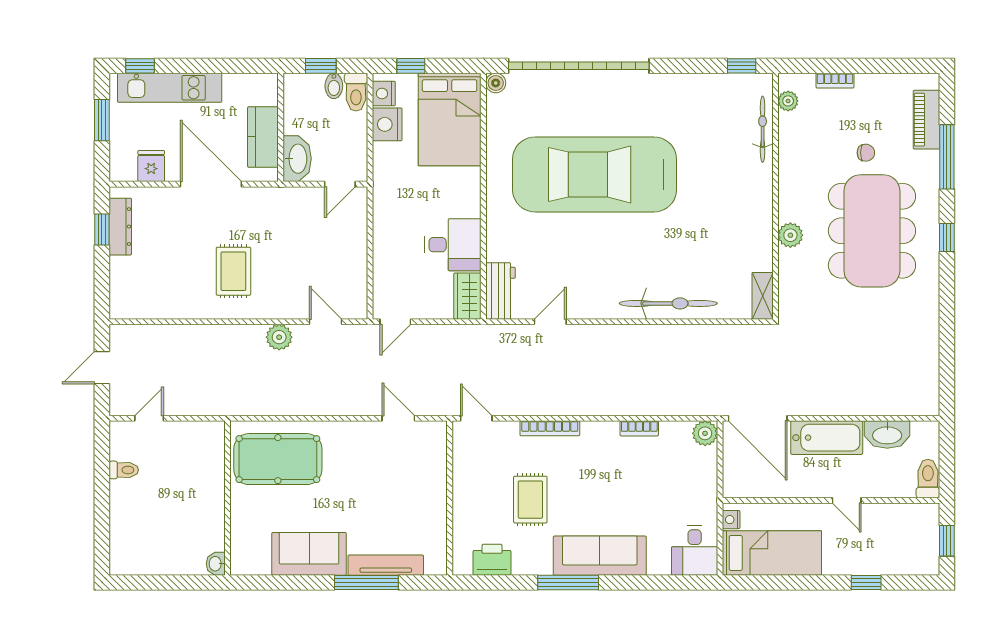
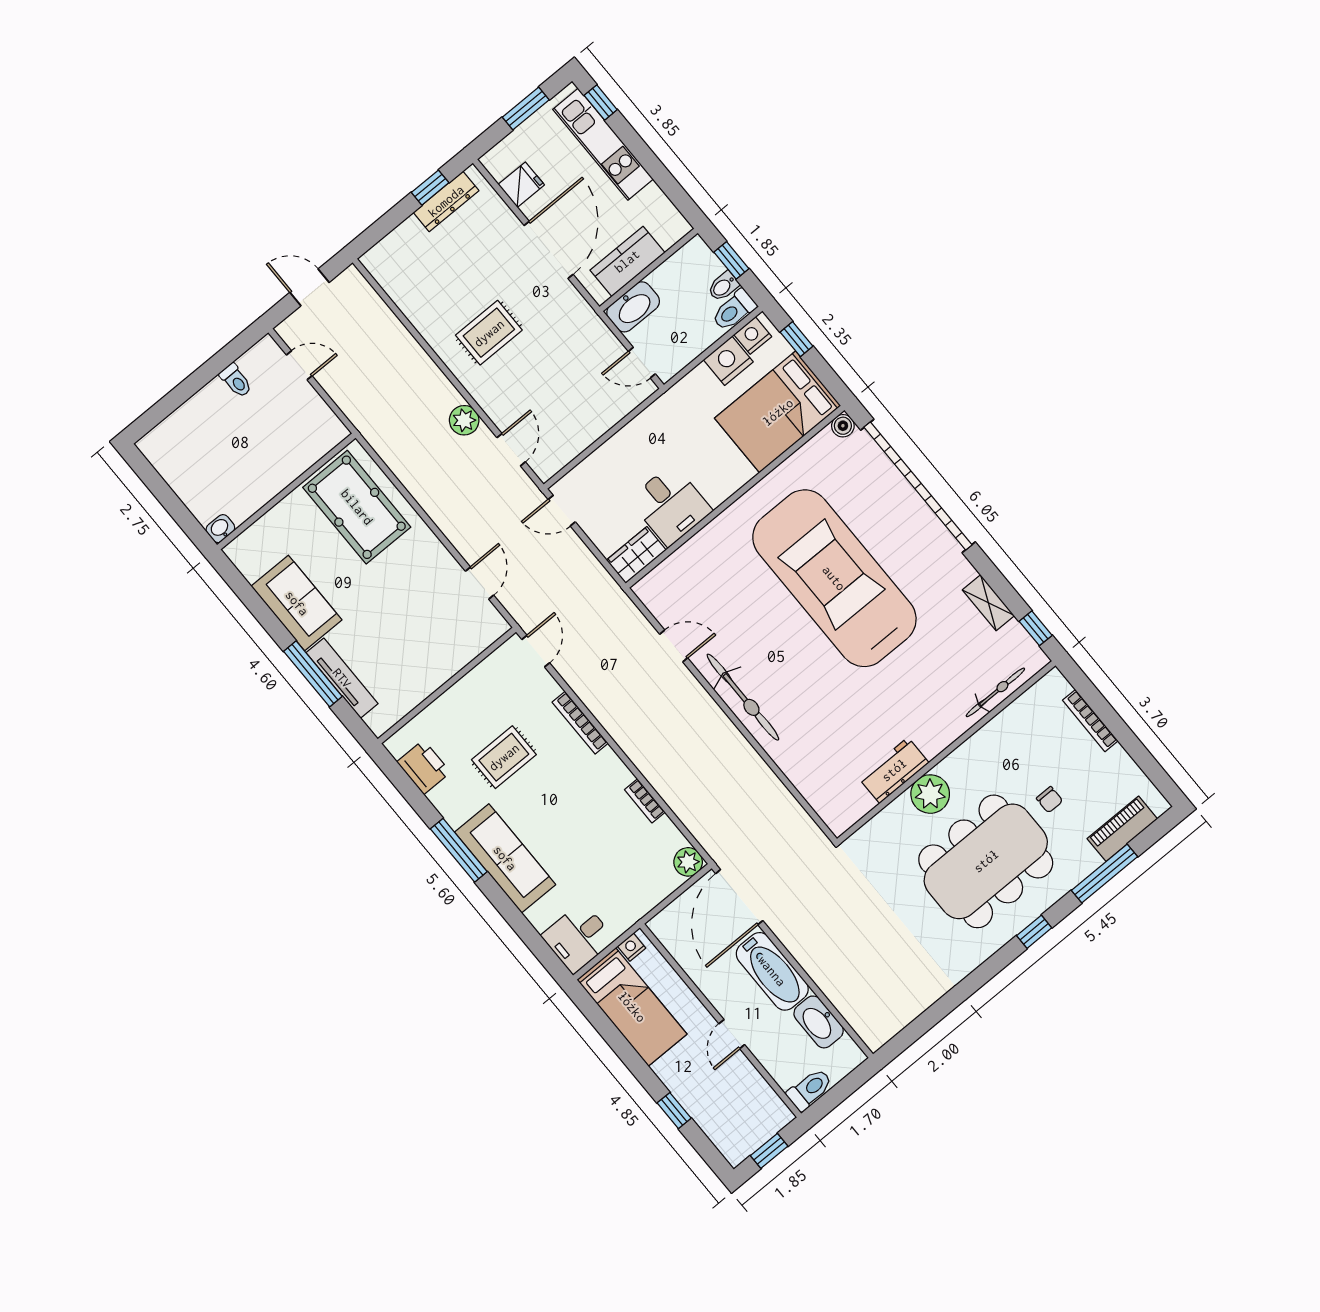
bookcase: (835, 81) -> (1090, 721), width x1.56
plant: (788, 101) -> (1039, 694), removed
plant: (790, 235) -> (930, 794), width x1.36, depth x1.36
workbench: (500, 291) -> (894, 770), moved, turned 180
shelving: (763, 296) -> (988, 603), moved, turned 90
bicycle: (668, 303) -> (743, 697), moved

